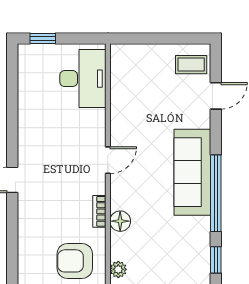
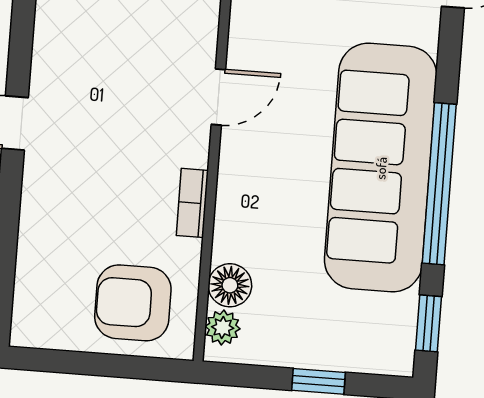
sofa: (192, 172) -> (381, 168), width x1.36, depth x1.27
floor lamp: (120, 221) -> (230, 285), moved

